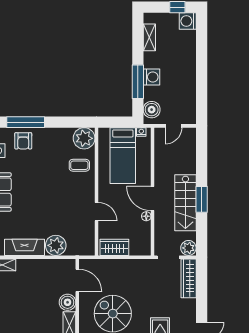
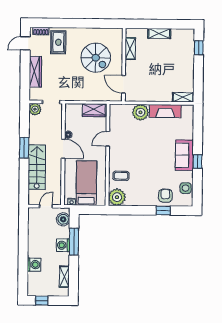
washing machine: (188, 21) -> (34, 265), moved
window: (26, 122) -> (163, 211), width x0.46
stairs: (185, 203) -> (37, 167), moved
door: (96, 212) -> (108, 139), hinge flipped
wardrobe: (189, 278) -> (35, 72), moved
boiler: (68, 302) -> (132, 67), removed

